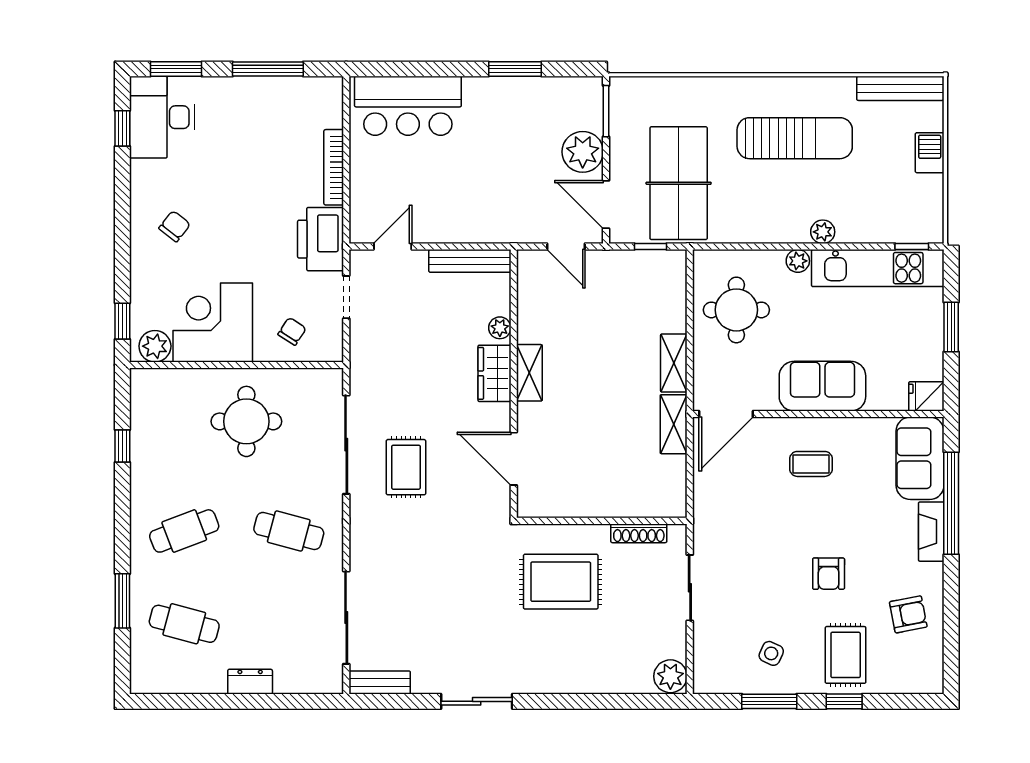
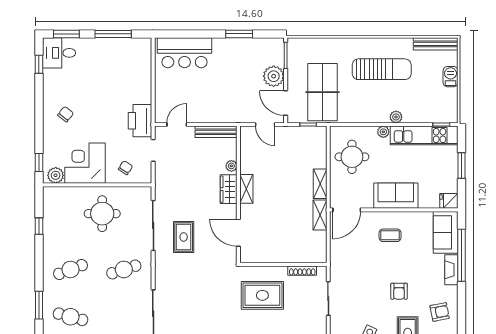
desk: (162, 117) -> (59, 53), width x0.73
bookcase: (334, 167) -> (147, 84), removed
cafe table: (289, 531) -> (124, 269), turned -33

